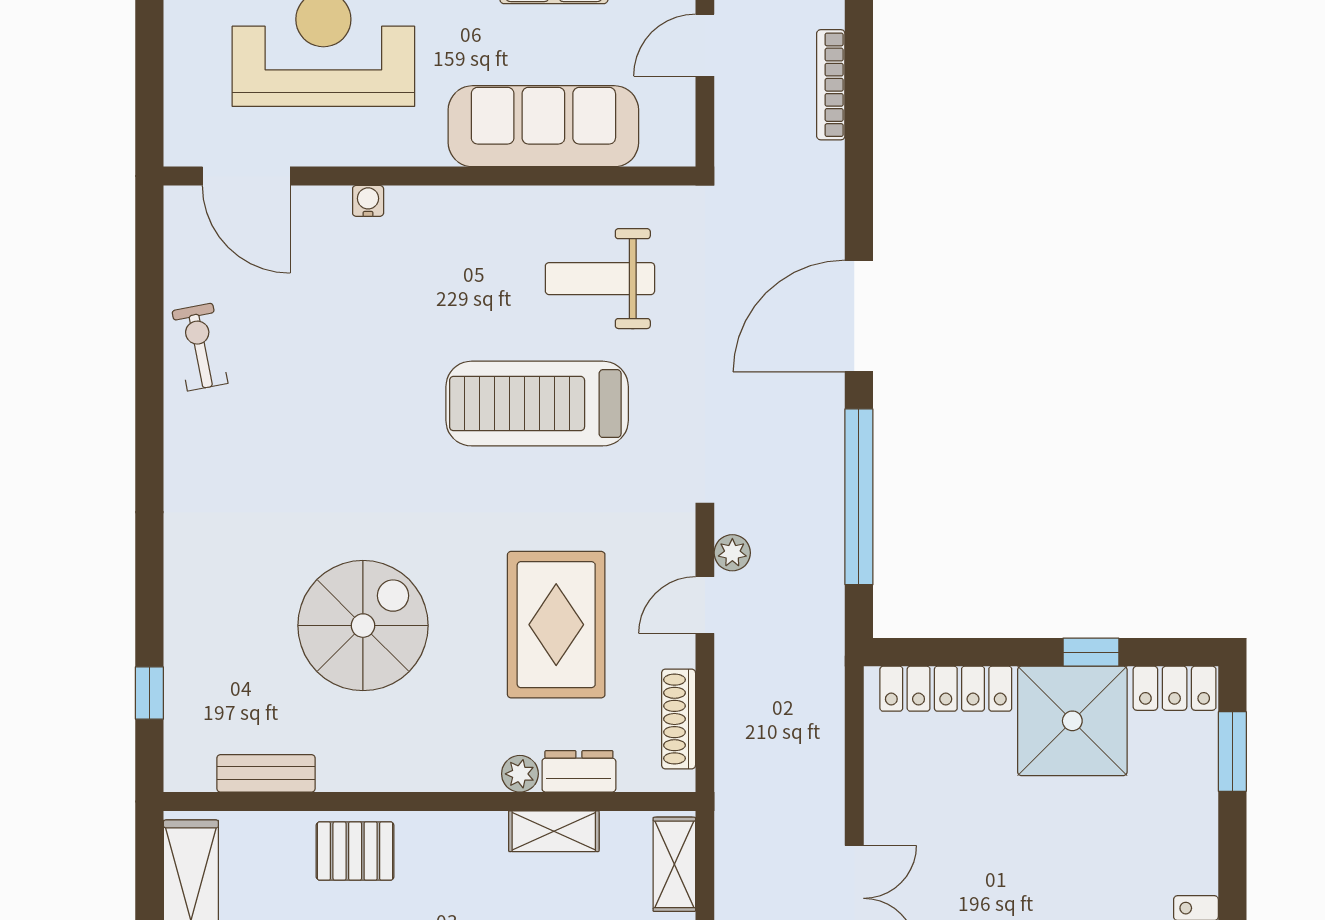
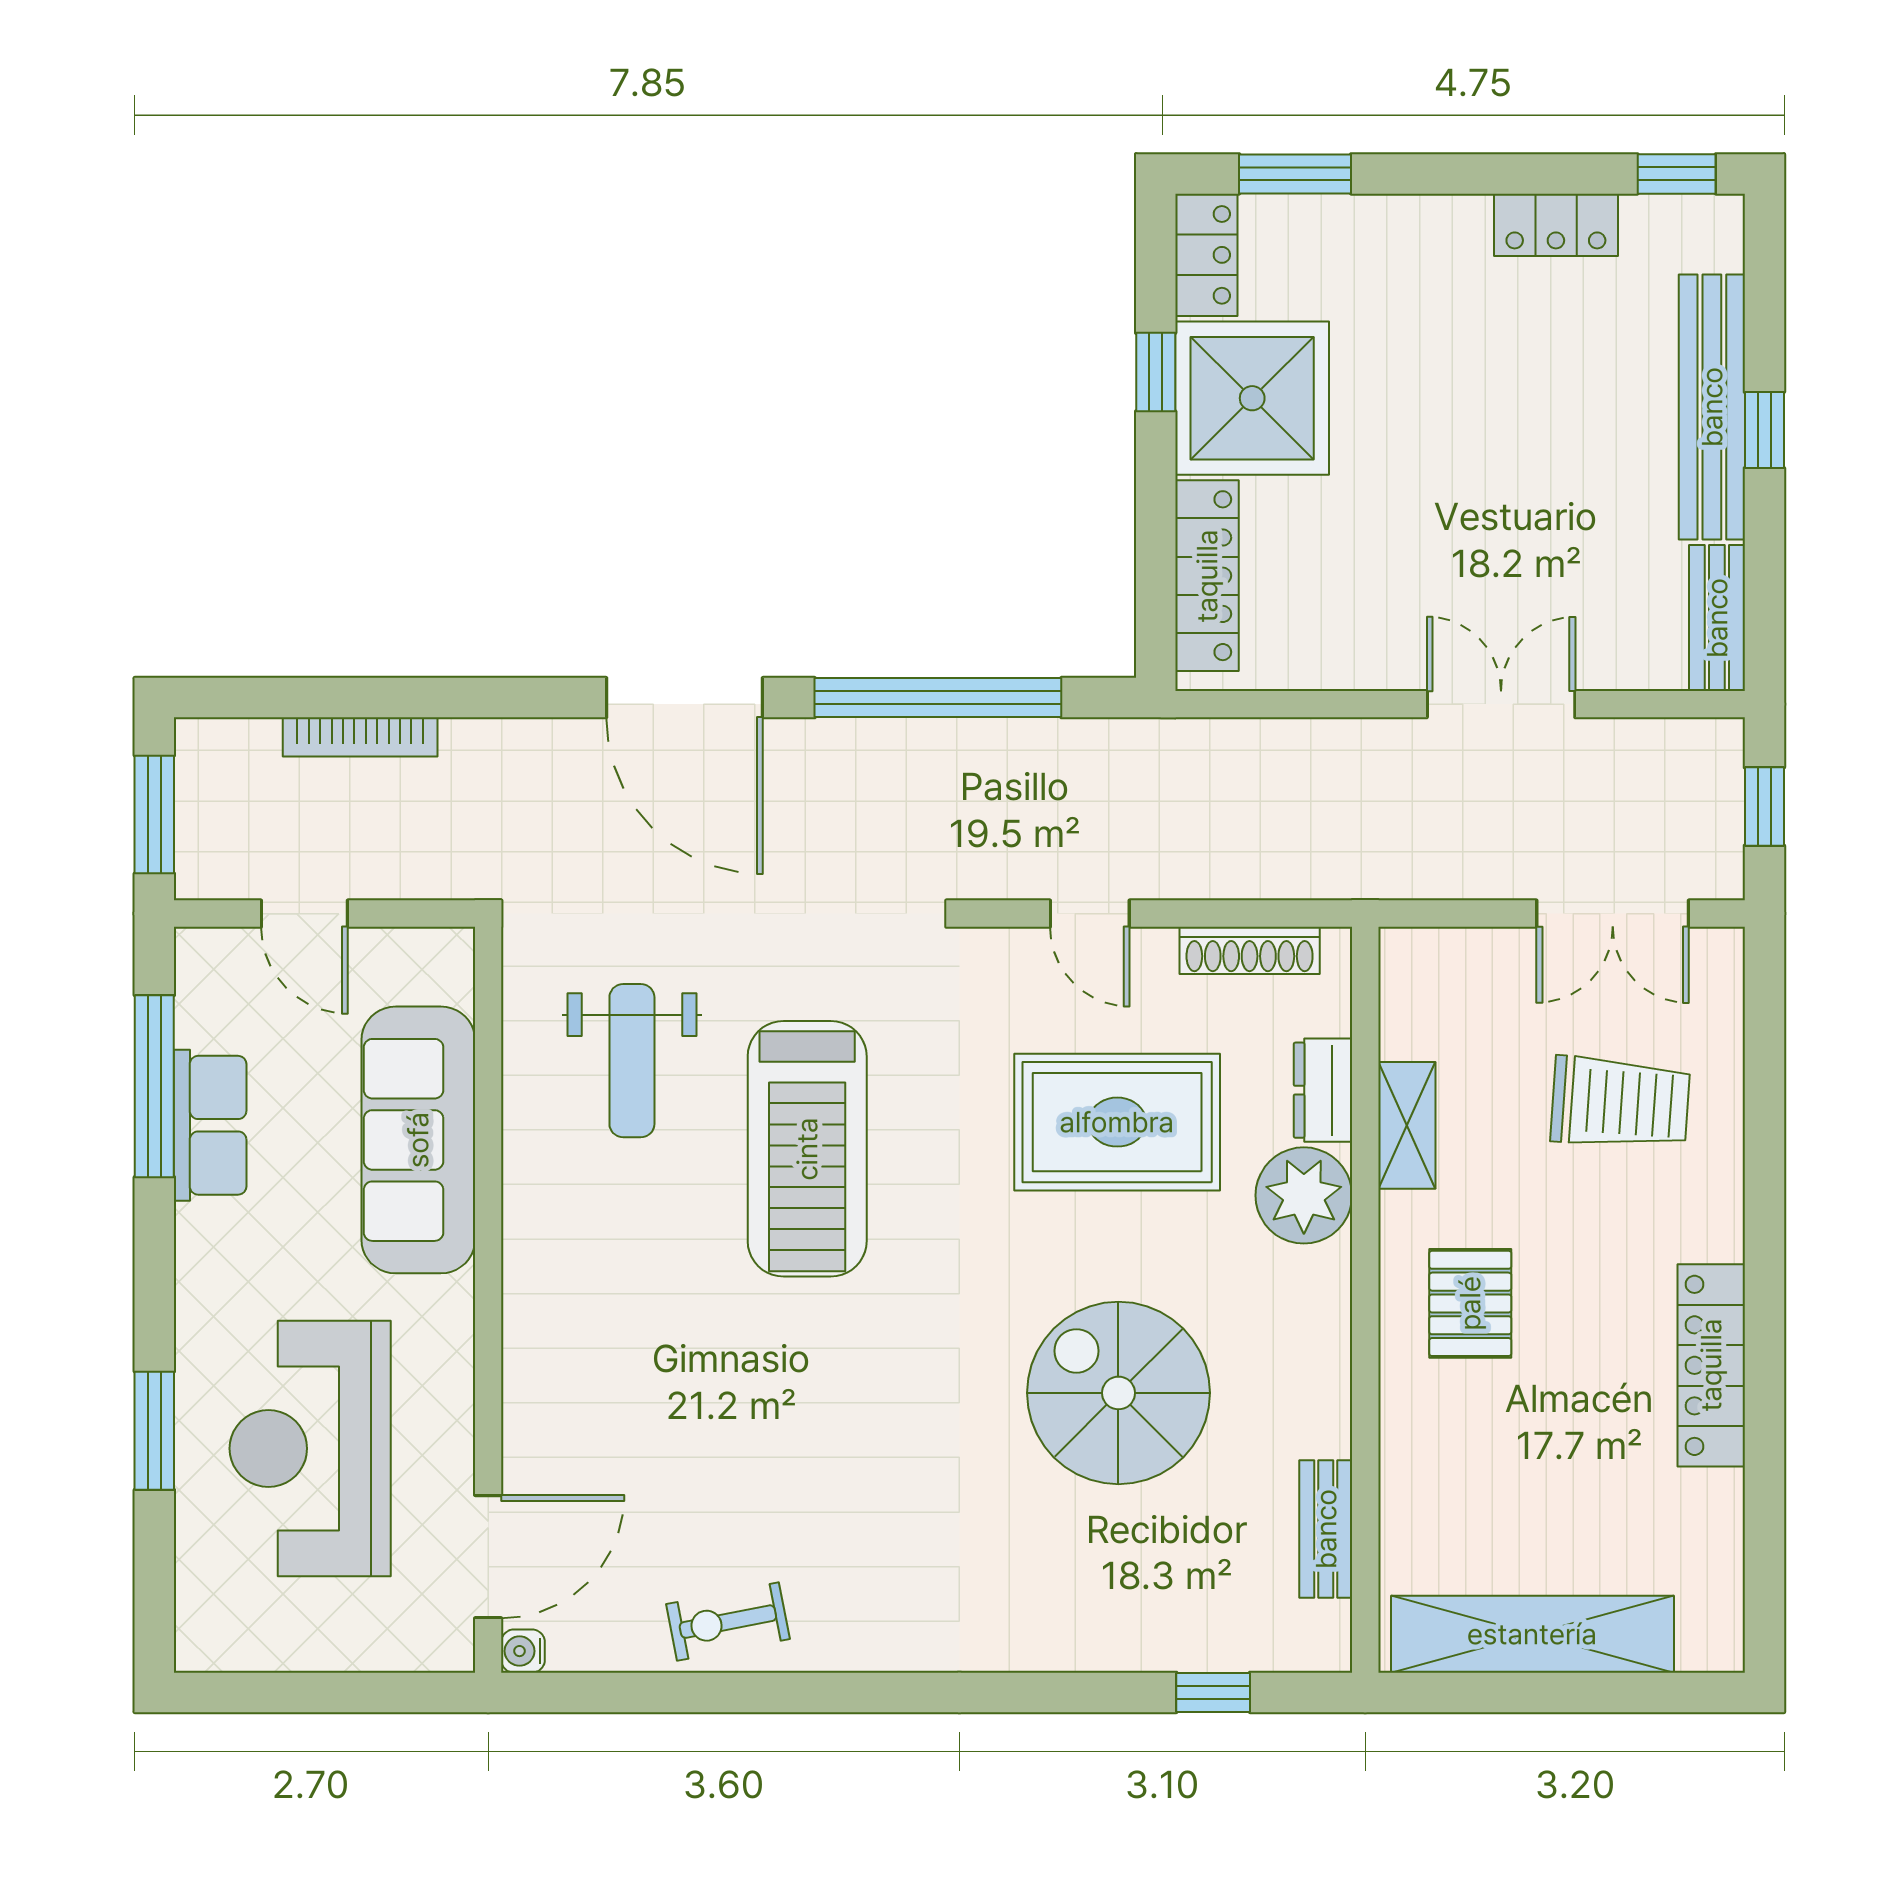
water cooler: (368, 201) -> (523, 1651), moved
plant: (732, 553) -> (1016, 875), removed
plant: (520, 774) -> (1304, 1195), width x1.87, depth x1.87
pallet: (355, 851) -> (1470, 1303), moved
shelving: (674, 864) -> (1453, 956), removed

